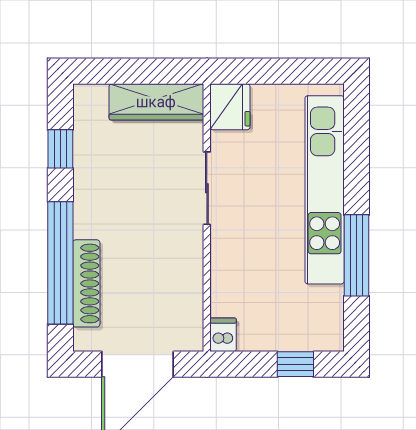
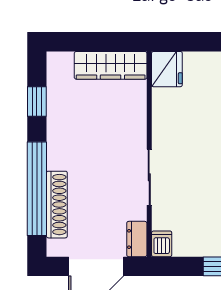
sliding door: (207, 188) -> (149, 177), moved
dresser: (191, 328) -> (137, 239), added

